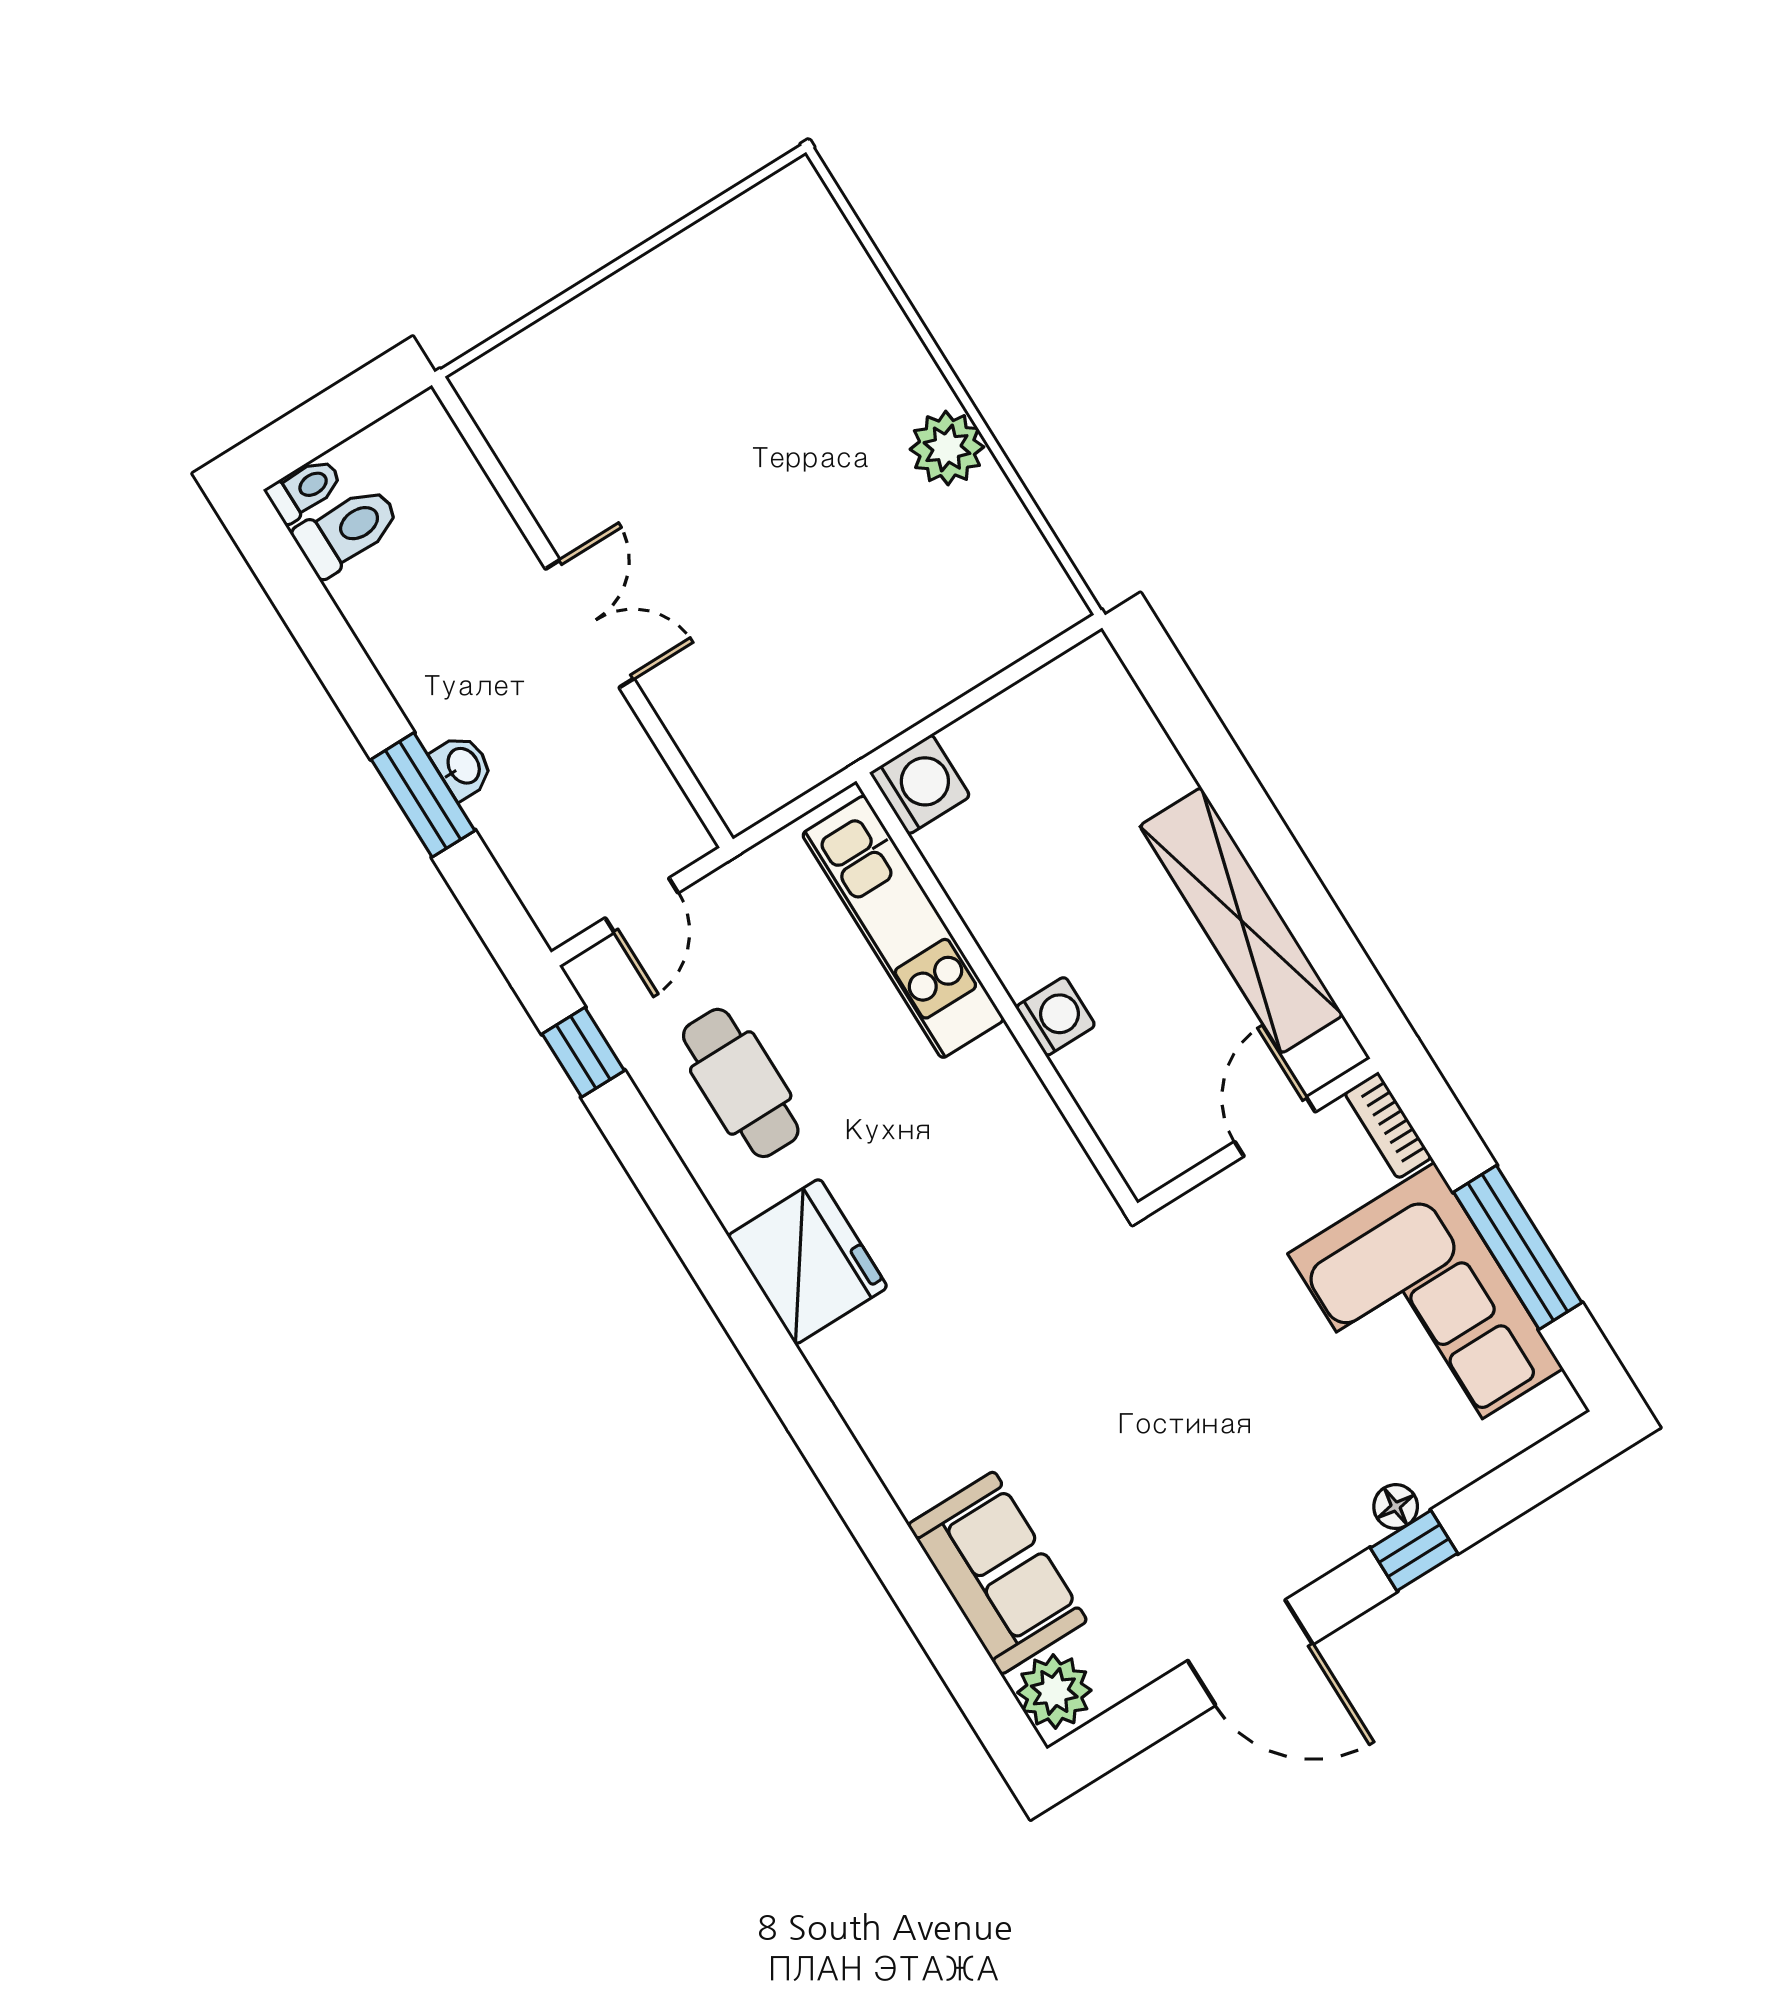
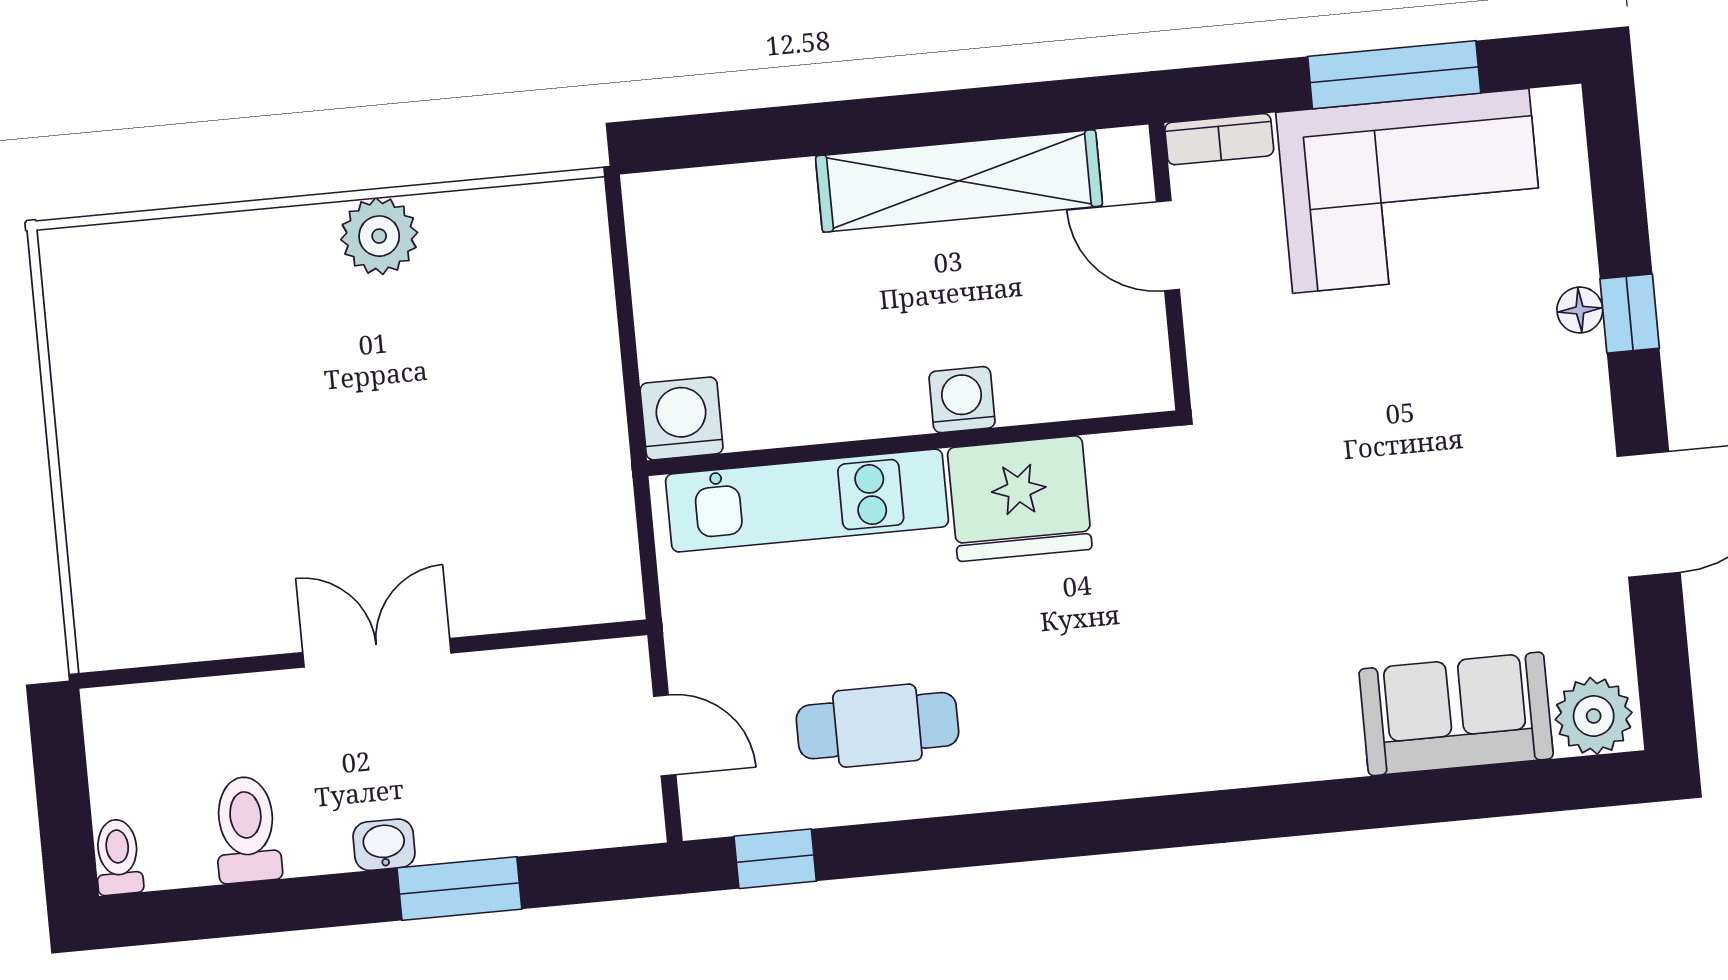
toilet: (347, 531) -> (247, 830), moved
washbasin: (462, 767) -> (384, 845), moved
fridge: (808, 1261) -> (1020, 499), moved, turned 180

